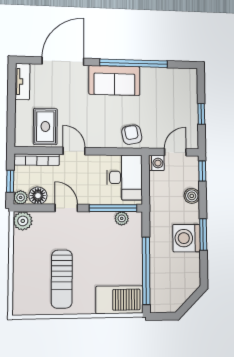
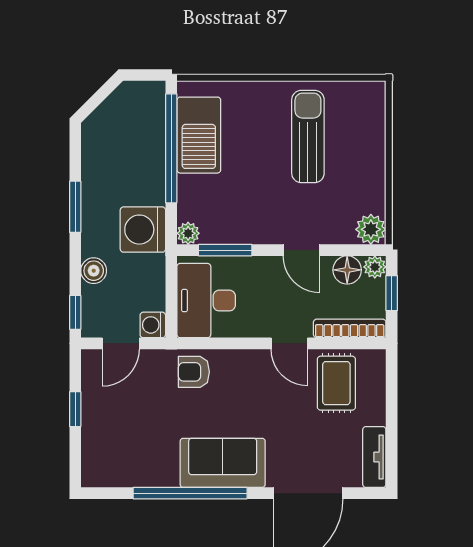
armchair: (132, 135) -> (194, 372), turned 101
window: (113, 208) -> (225, 250), width x0.69
plant: (122, 218) -> (188, 233), moved
washing machine: (186, 238) -> (143, 230), moved, turned 180
barbecue: (119, 300) -> (199, 135), moved, turned -90

